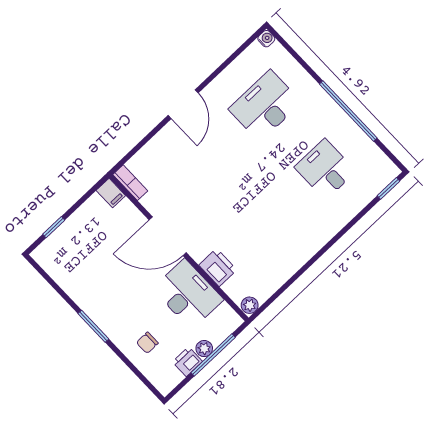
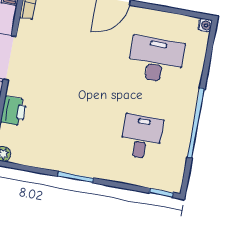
window: (318, 255) -> (76, 177), added

